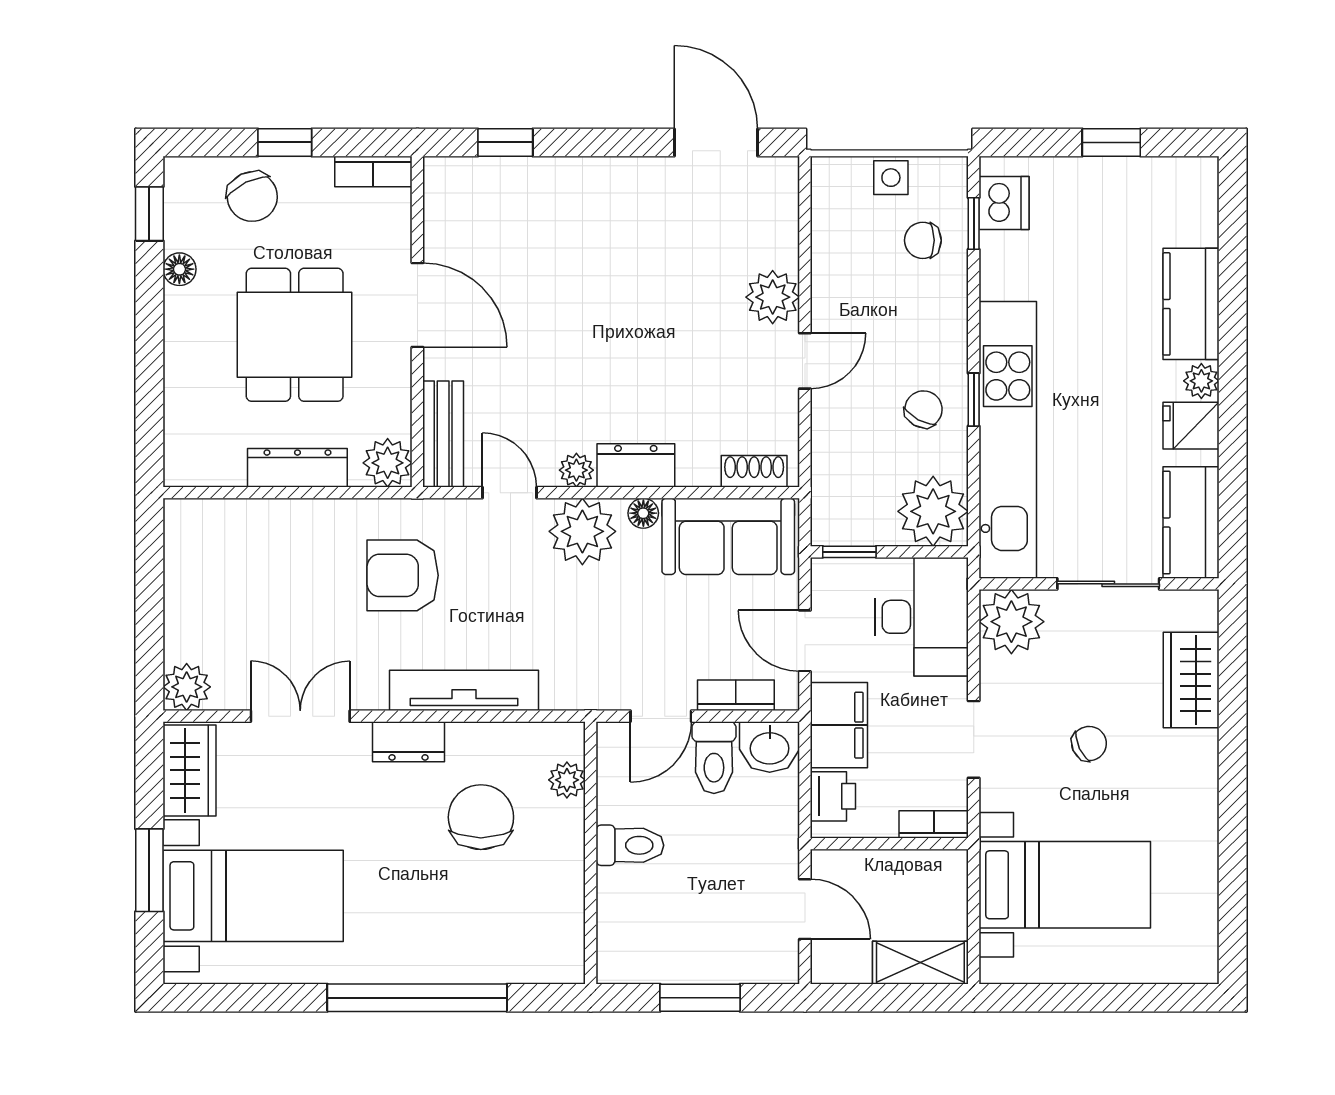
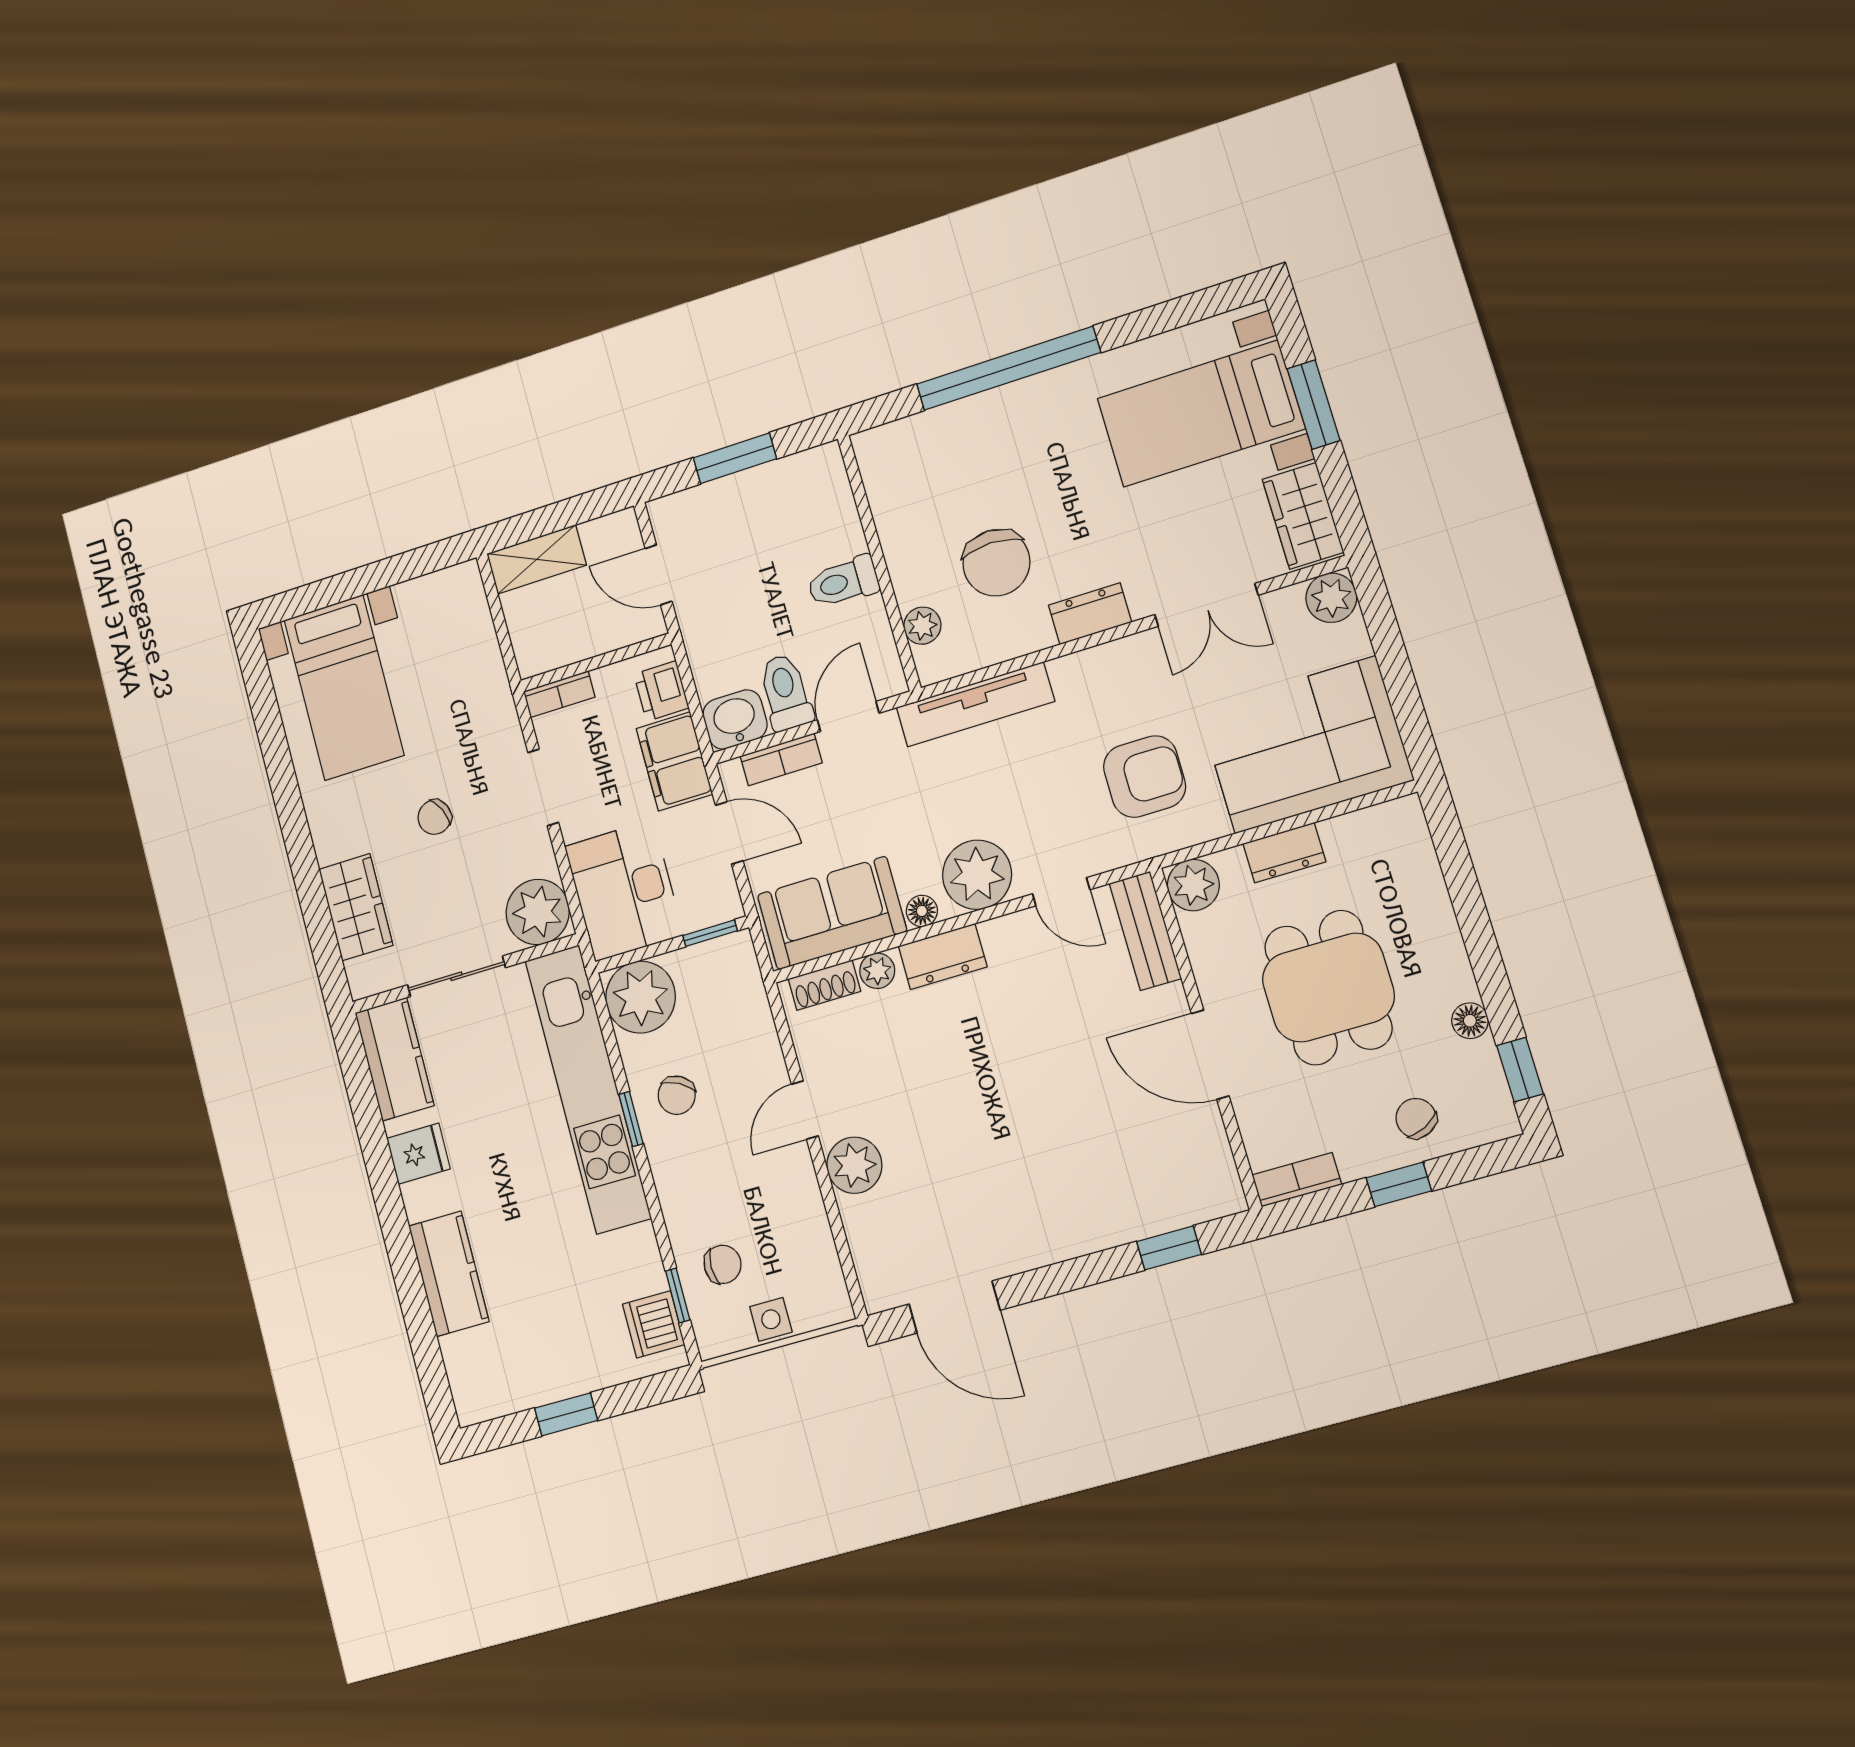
chair: (252, 197) -> (1416, 1118), width x0.73, depth x0.73
plant: (1201, 381) -> (420, 1200), removed
dresser: (297, 468) -> (1284, 853), width x0.70
plant: (576, 470) -> (877, 971), moved
corner sofa: (250, 560) -> (1305, 745), added
tv unit: (464, 690) -> (975, 704), moved
bed with nightstands: (1065, 885) -> (344, 687), moved, turned -90

